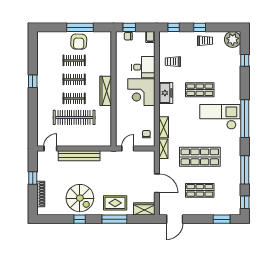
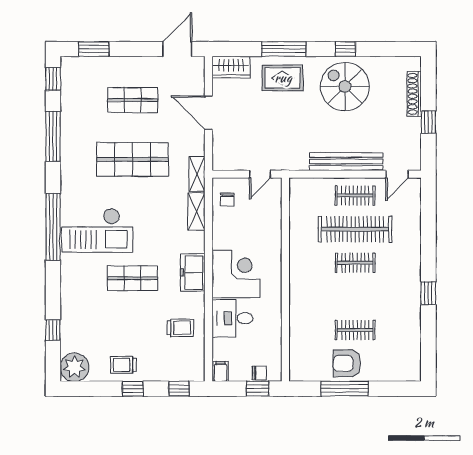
armchair: (79, 42) -> (347, 363), turned -92
clothes rail: (74, 79) -> (355, 196), moved
wardrobe: (106, 91) -> (299, 276), removed

